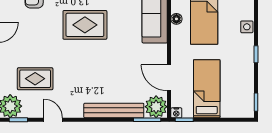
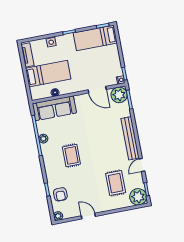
rug: (85, 25) -> (71, 155), width x0.73, depth x0.70
door: (169, 78) -> (97, 90), hinge flipped
bed: (207, 89) -> (95, 38), moved
bench: (114, 110) -> (130, 138), moved

